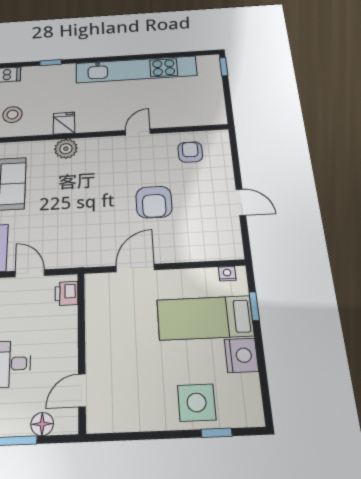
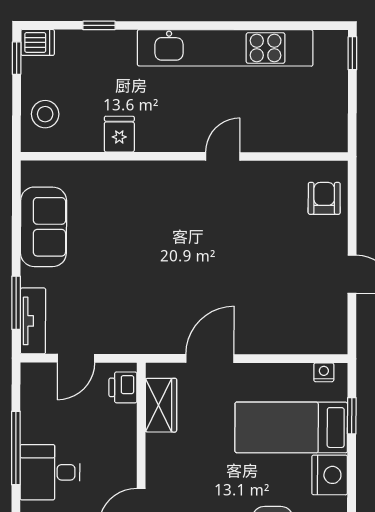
plant: (66, 149) -> (122, 177), removed
armchair: (190, 152) -> (324, 198), moved
armchair: (154, 202) -> (239, 267), removed
door: (30, 273) -> (76, 358), swing flipped
wardrobe: (97, 306) -> (161, 405), added

